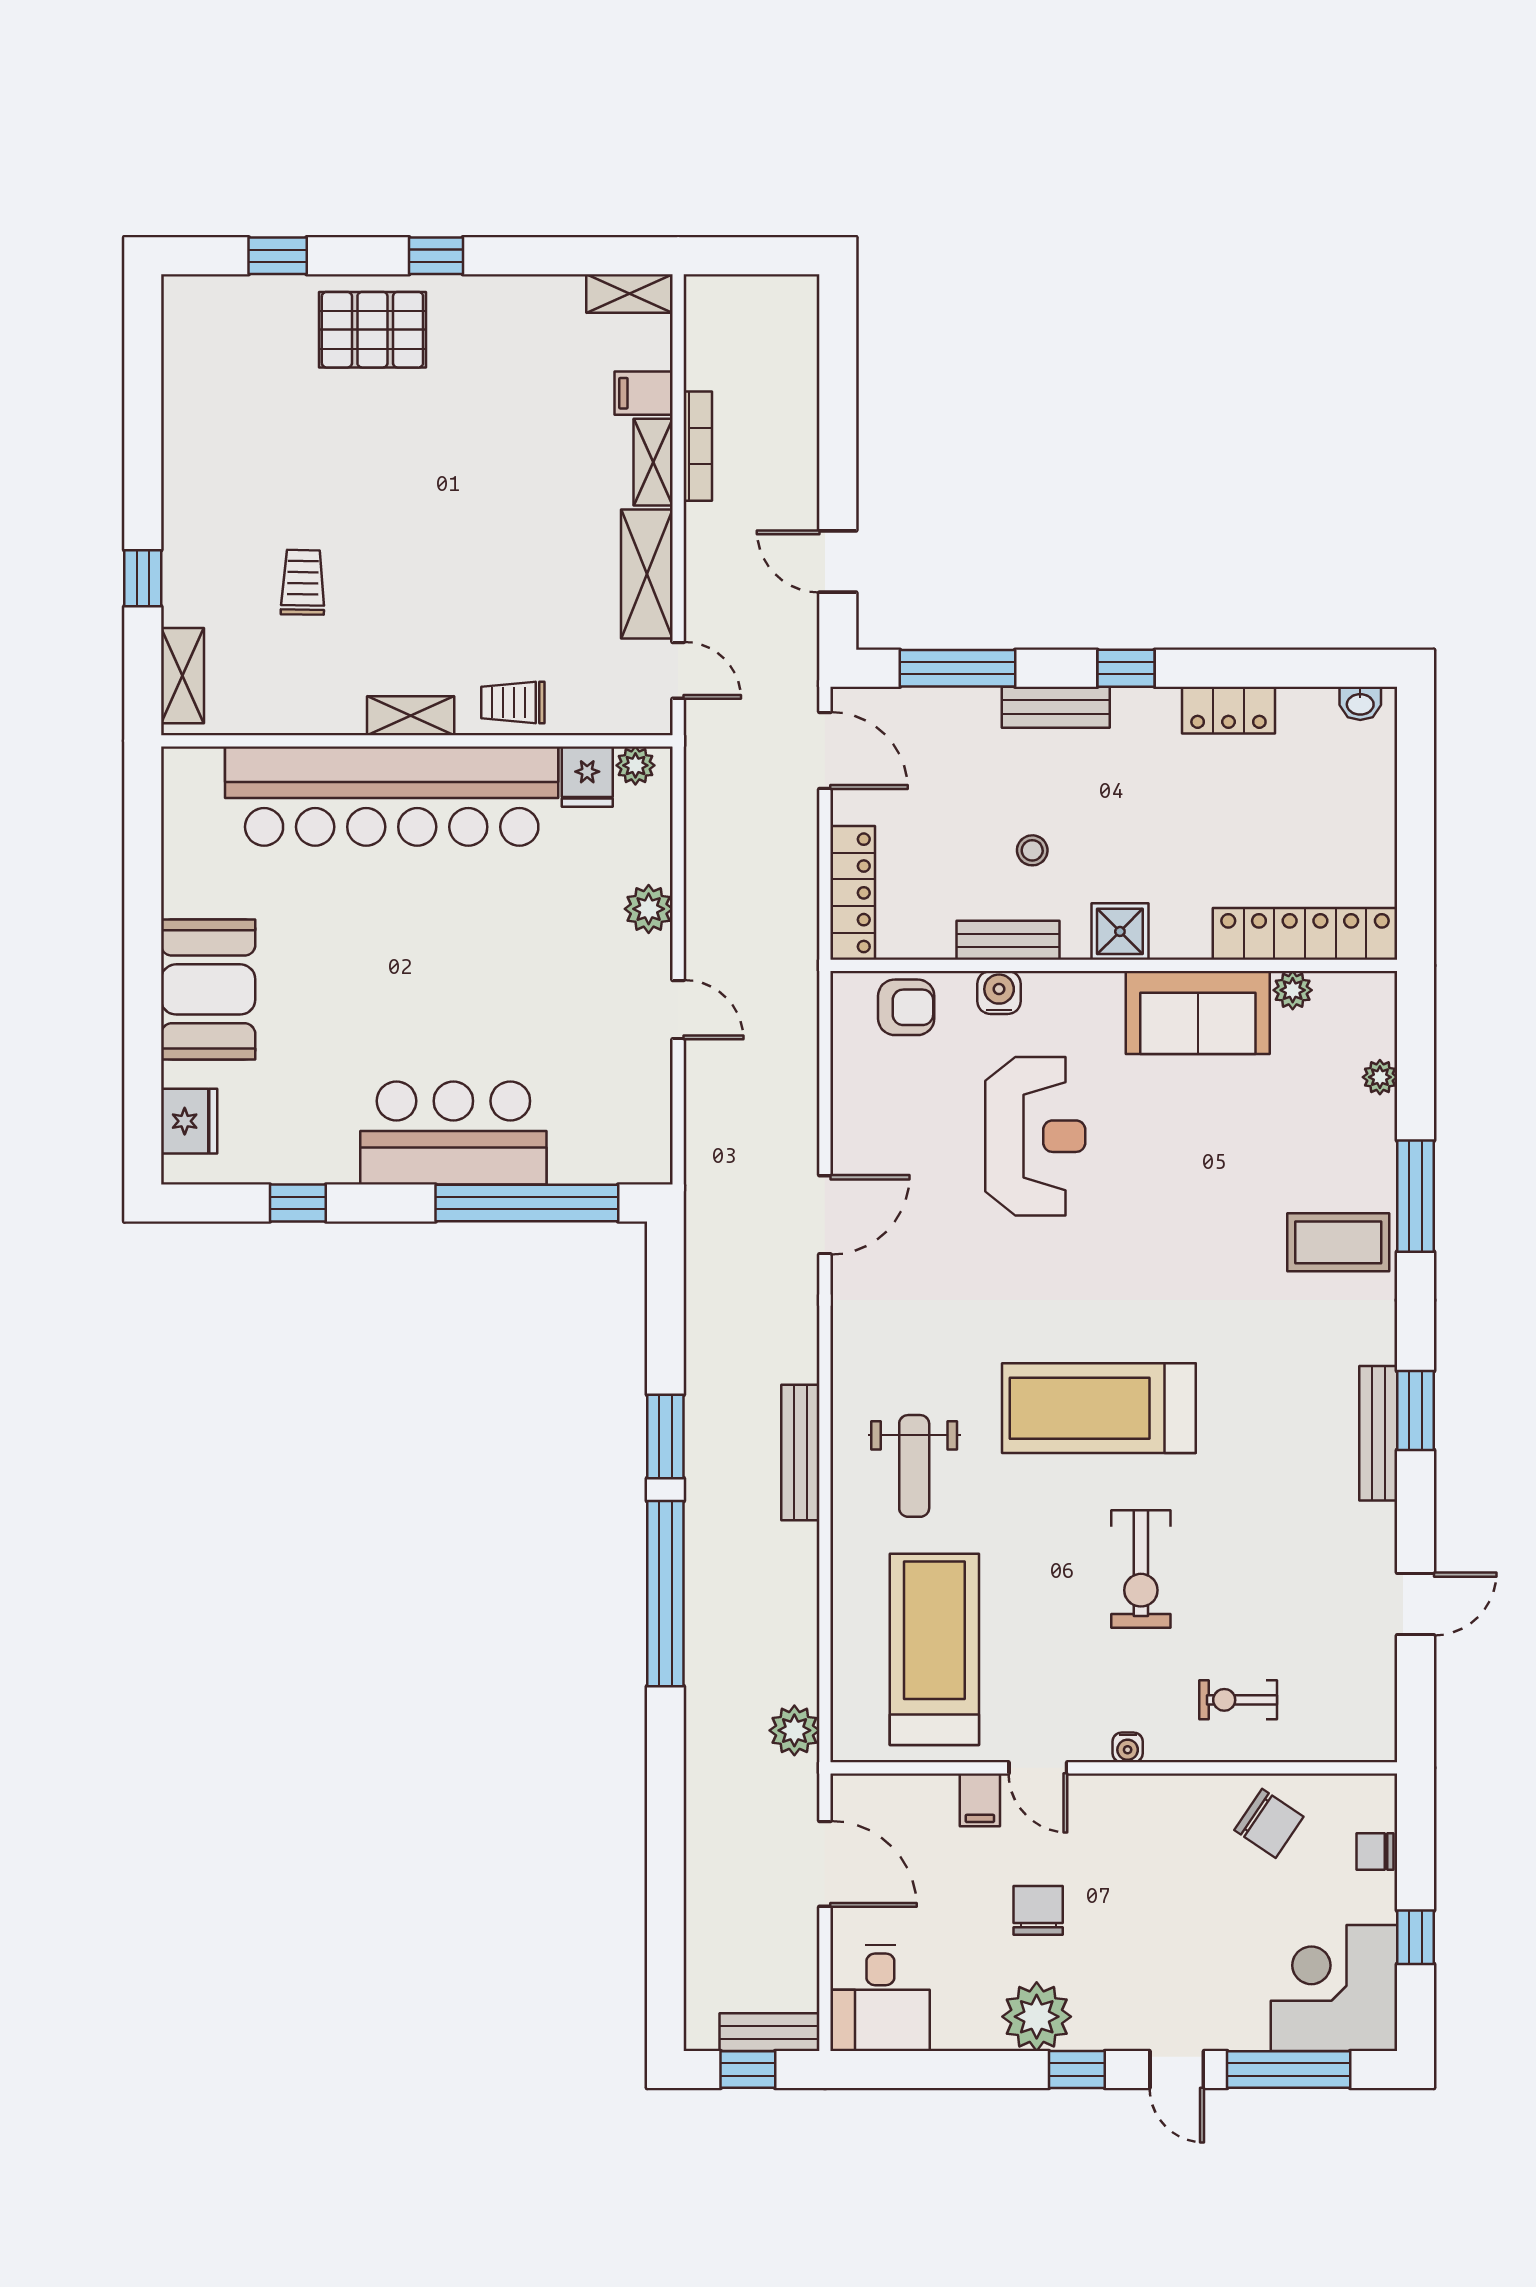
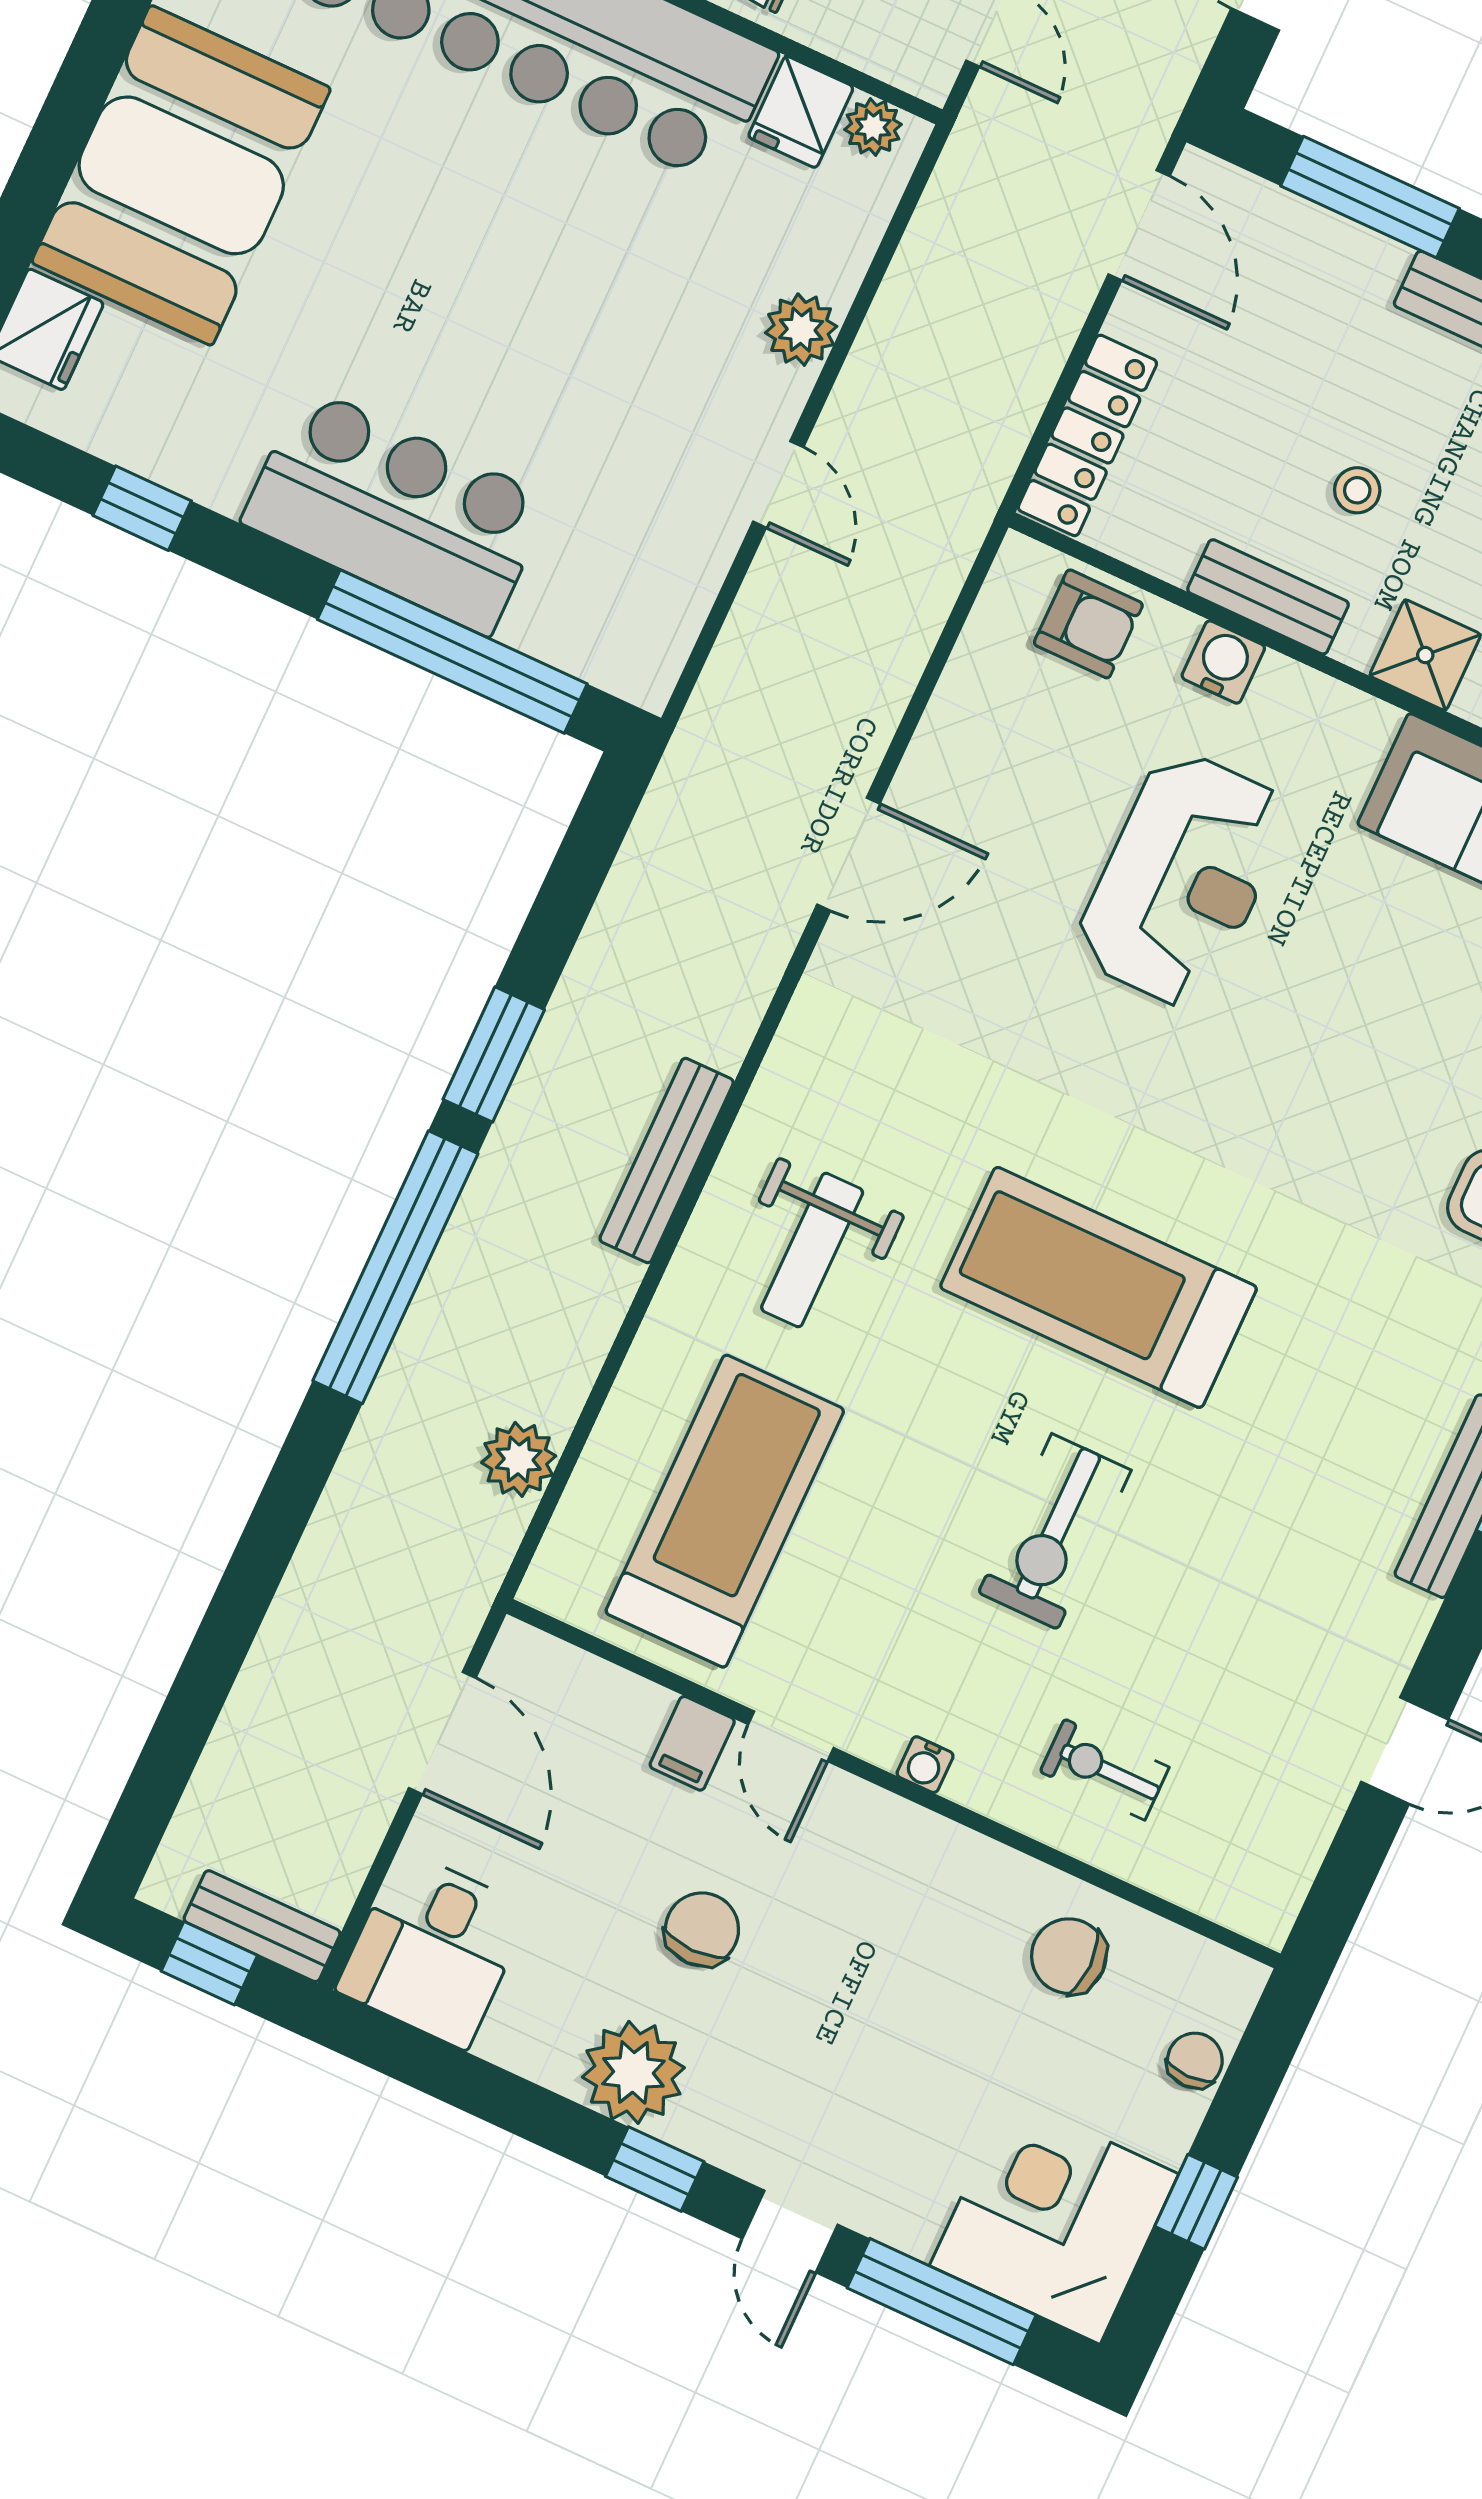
booth: (208, 989) -> (181, 175), width x1.36, depth x1.42
plant: (794, 1730) -> (519, 1459), moved
chair: (1269, 1823) -> (1069, 1956), turned 146
chair: (1375, 1852) -> (1195, 2061), turned 90

